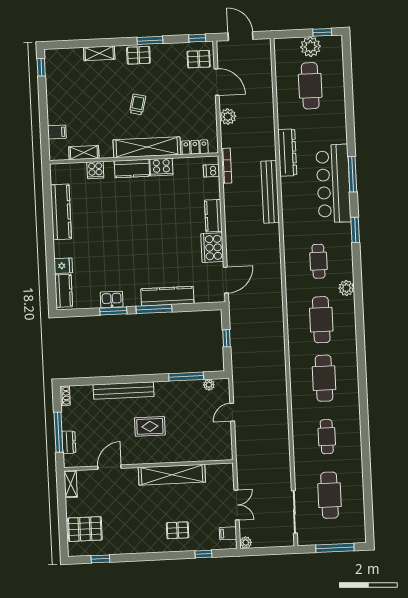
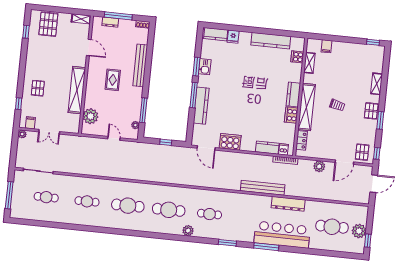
cooker: (95, 170) -> (297, 57), moved
bar counter: (333, 184) -> (282, 235), moved
kitchen counter: (213, 216) -> (267, 148), moved
plant: (206, 450) -> (90, 116), added
cafe table: (330, 495) -> (46, 197), width x0.73, depth x0.74

